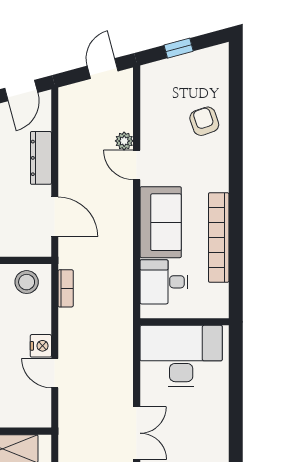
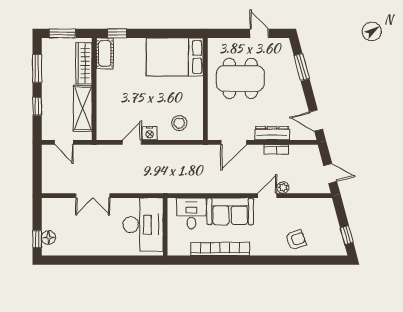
window: (179, 48) -> (347, 235), moved
stool: (27, 282) -> (179, 123), moved
bookcase: (66, 288) -> (276, 149), moved

